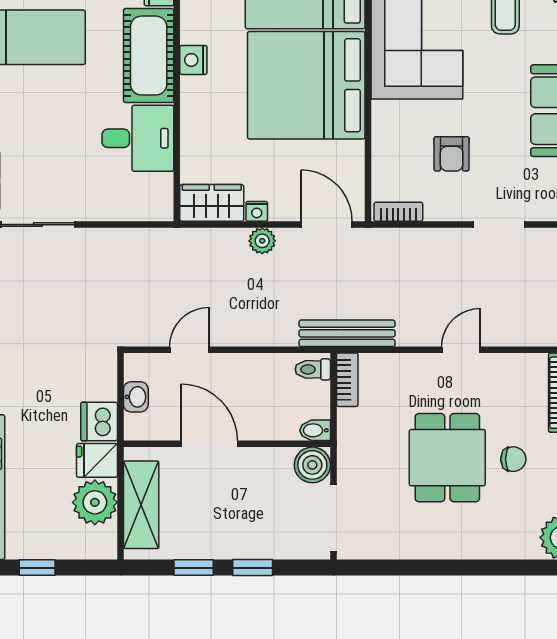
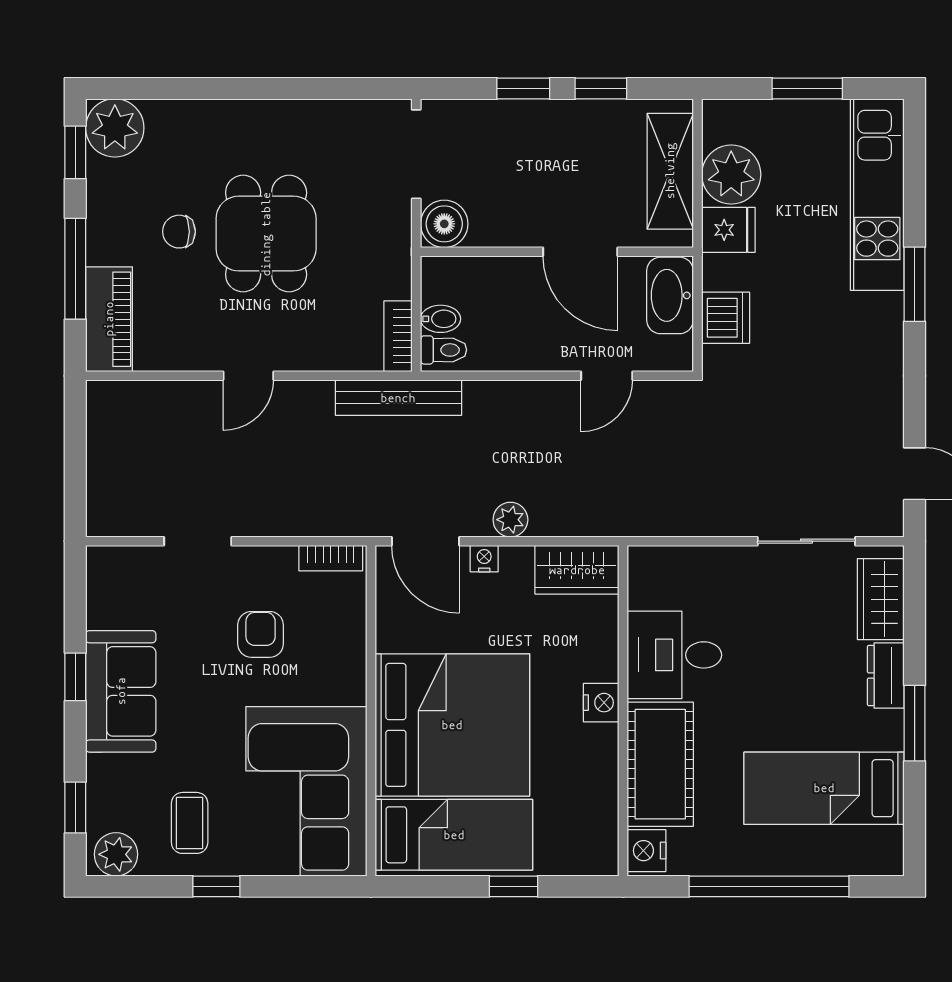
nightstand: (193, 60) -> (601, 703), moved
nightstand: (257, 211) -> (484, 559), moved
washbasin: (136, 397) -> (670, 295), width x1.91, depth x1.45
dishwasher: (99, 421) -> (726, 318), moved
bidet: (315, 430) -> (441, 319), moved
window: (37, 568) -> (807, 88), width x1.50

